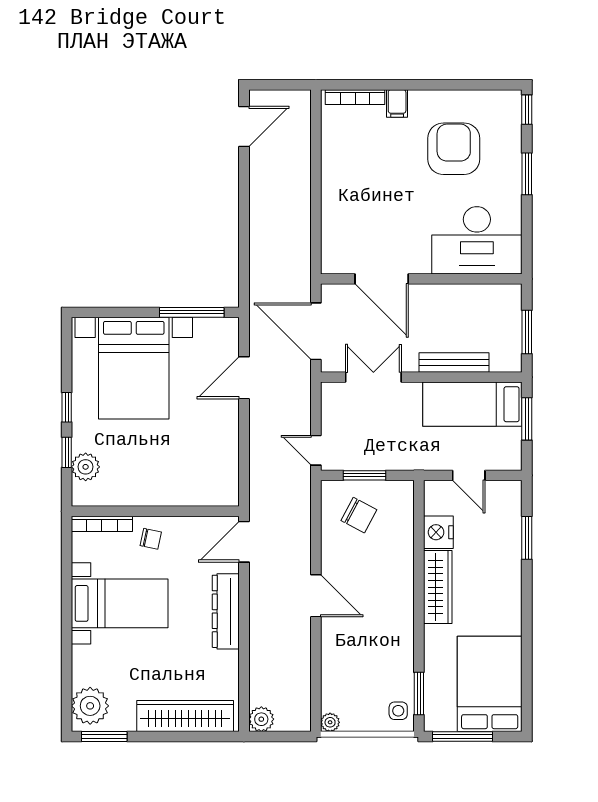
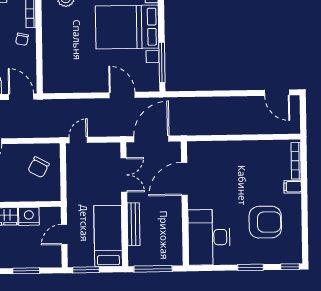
window: (527, 332) -> (153, 269), width x1.44
window: (527, 419) -> (86, 270), moved
window: (364, 475) -> (63, 170), removed

